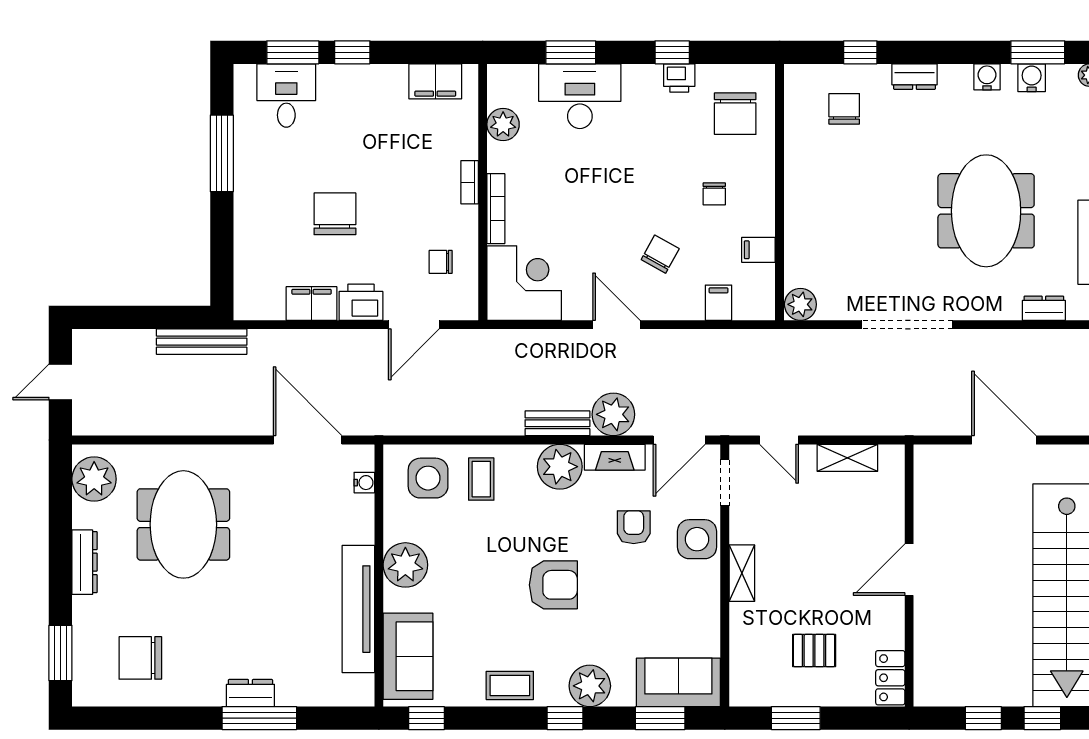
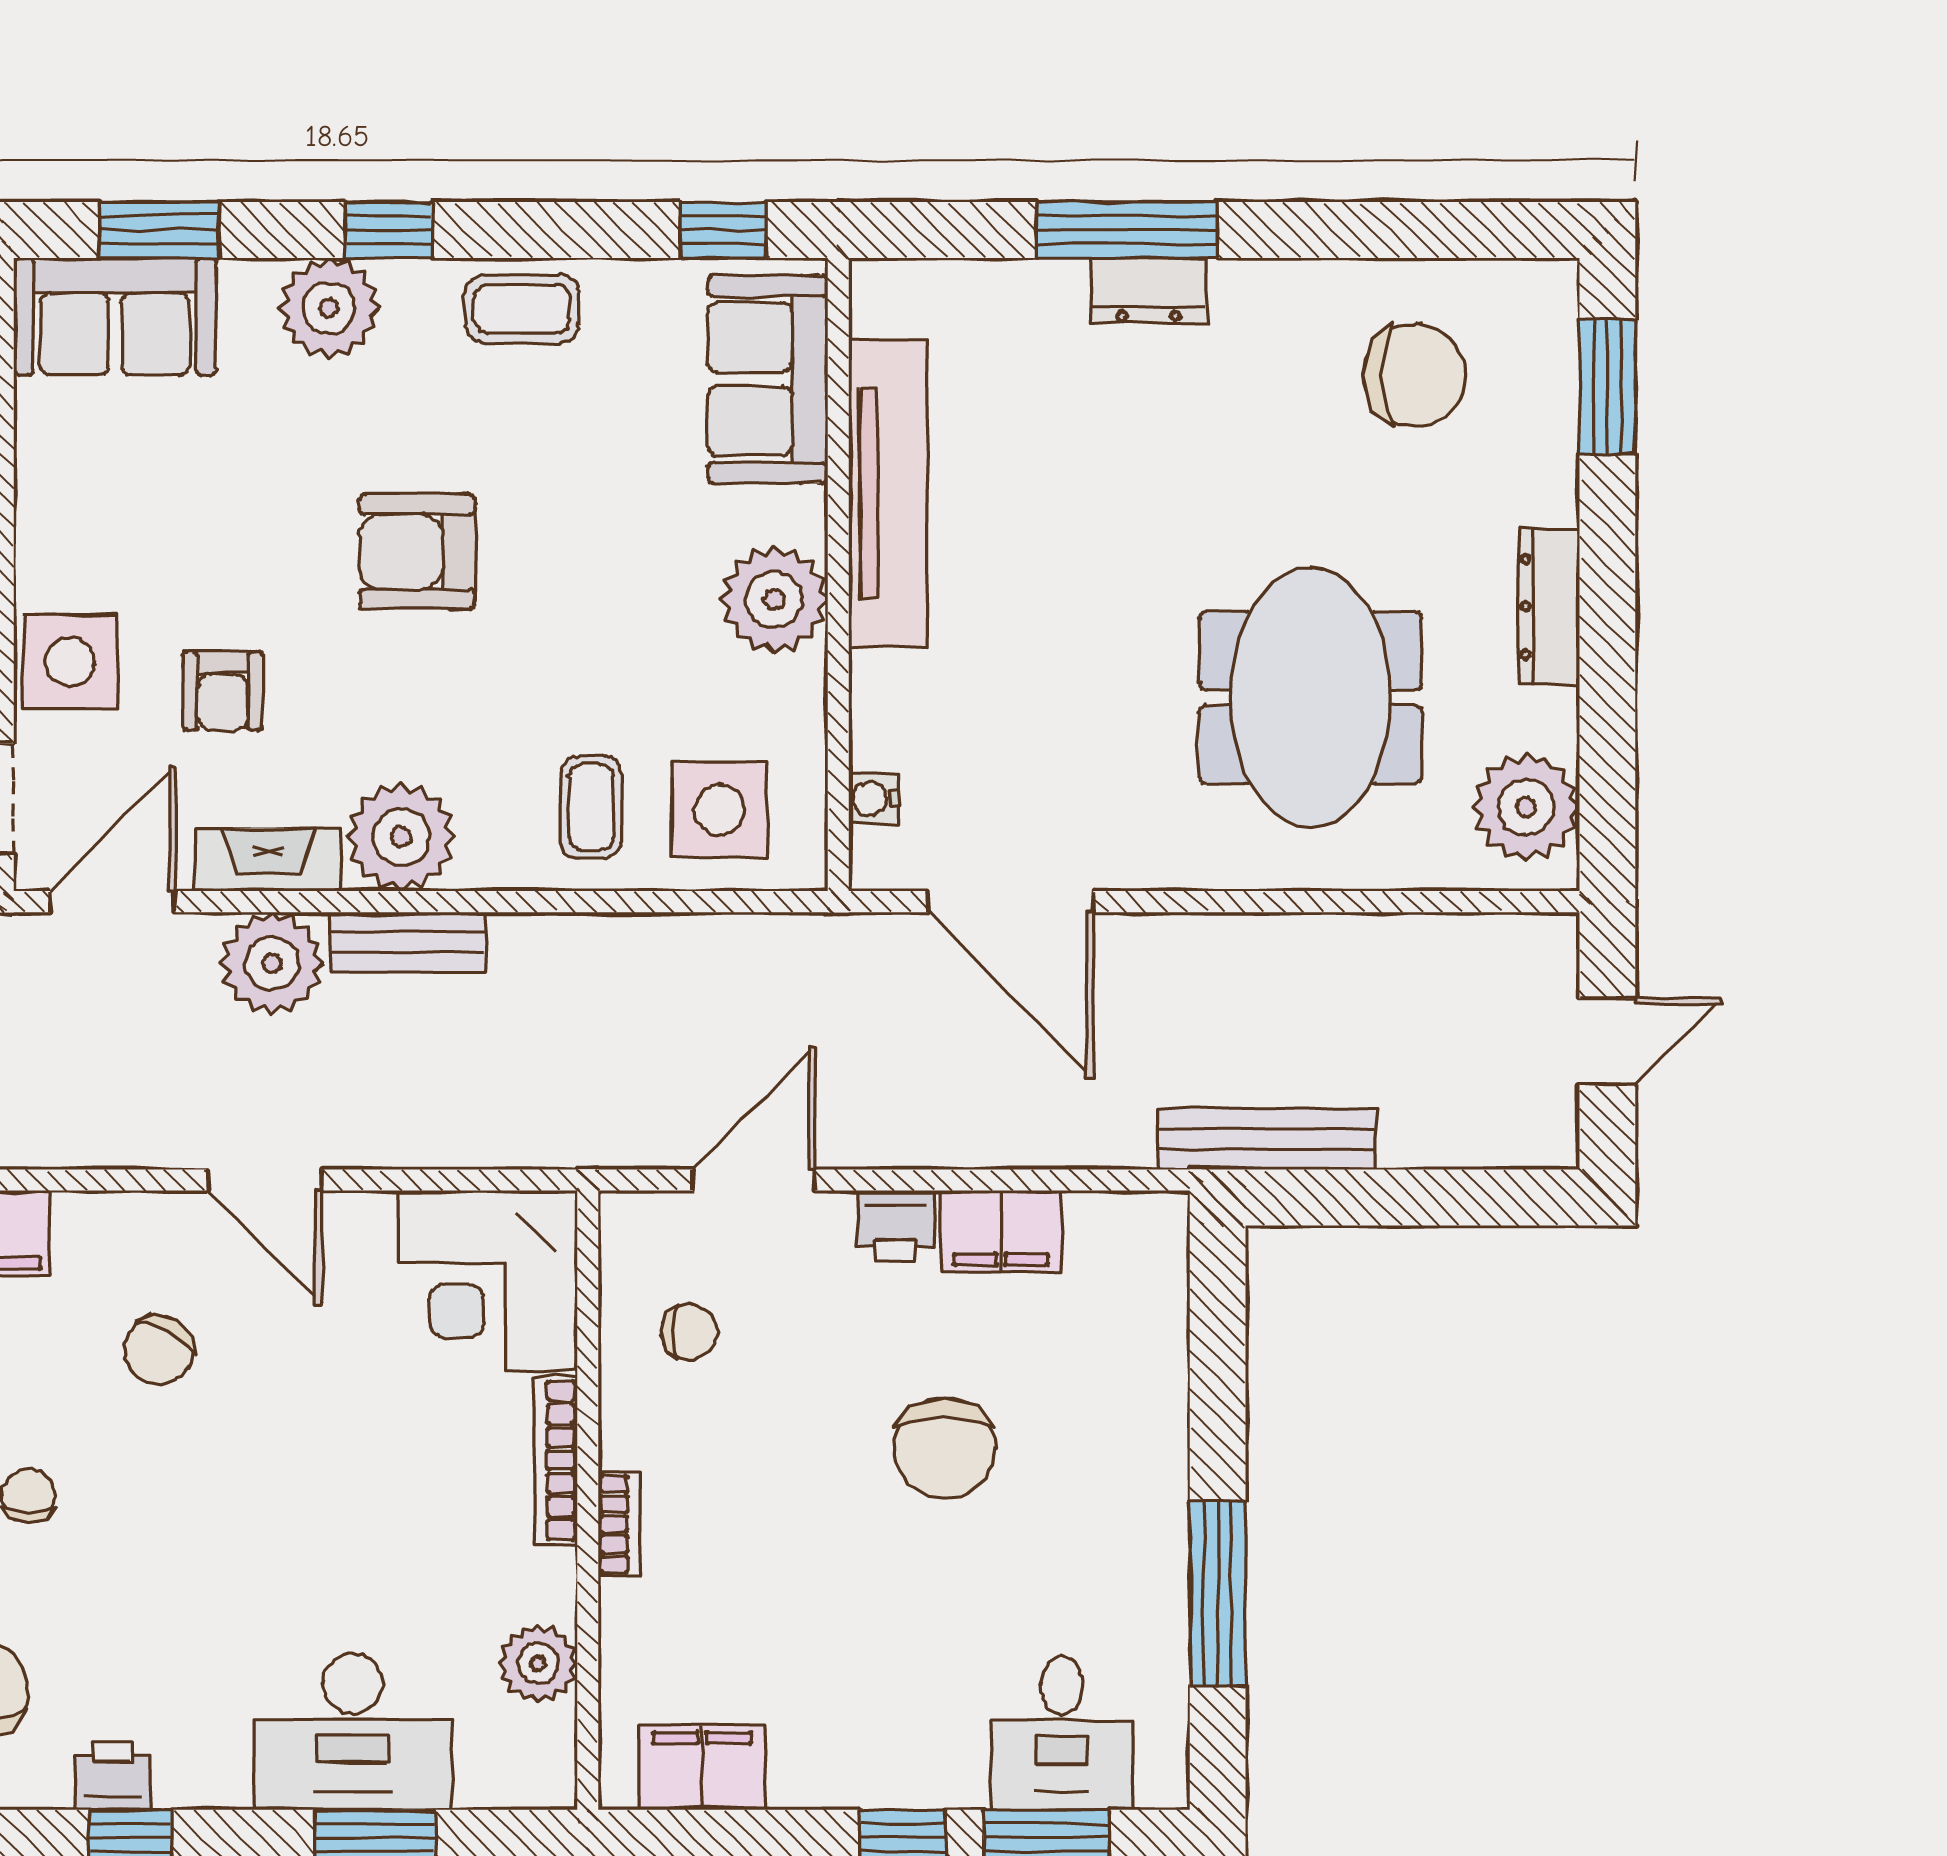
printer: (361, 302) -> (896, 1226), width x0.73, depth x0.81

